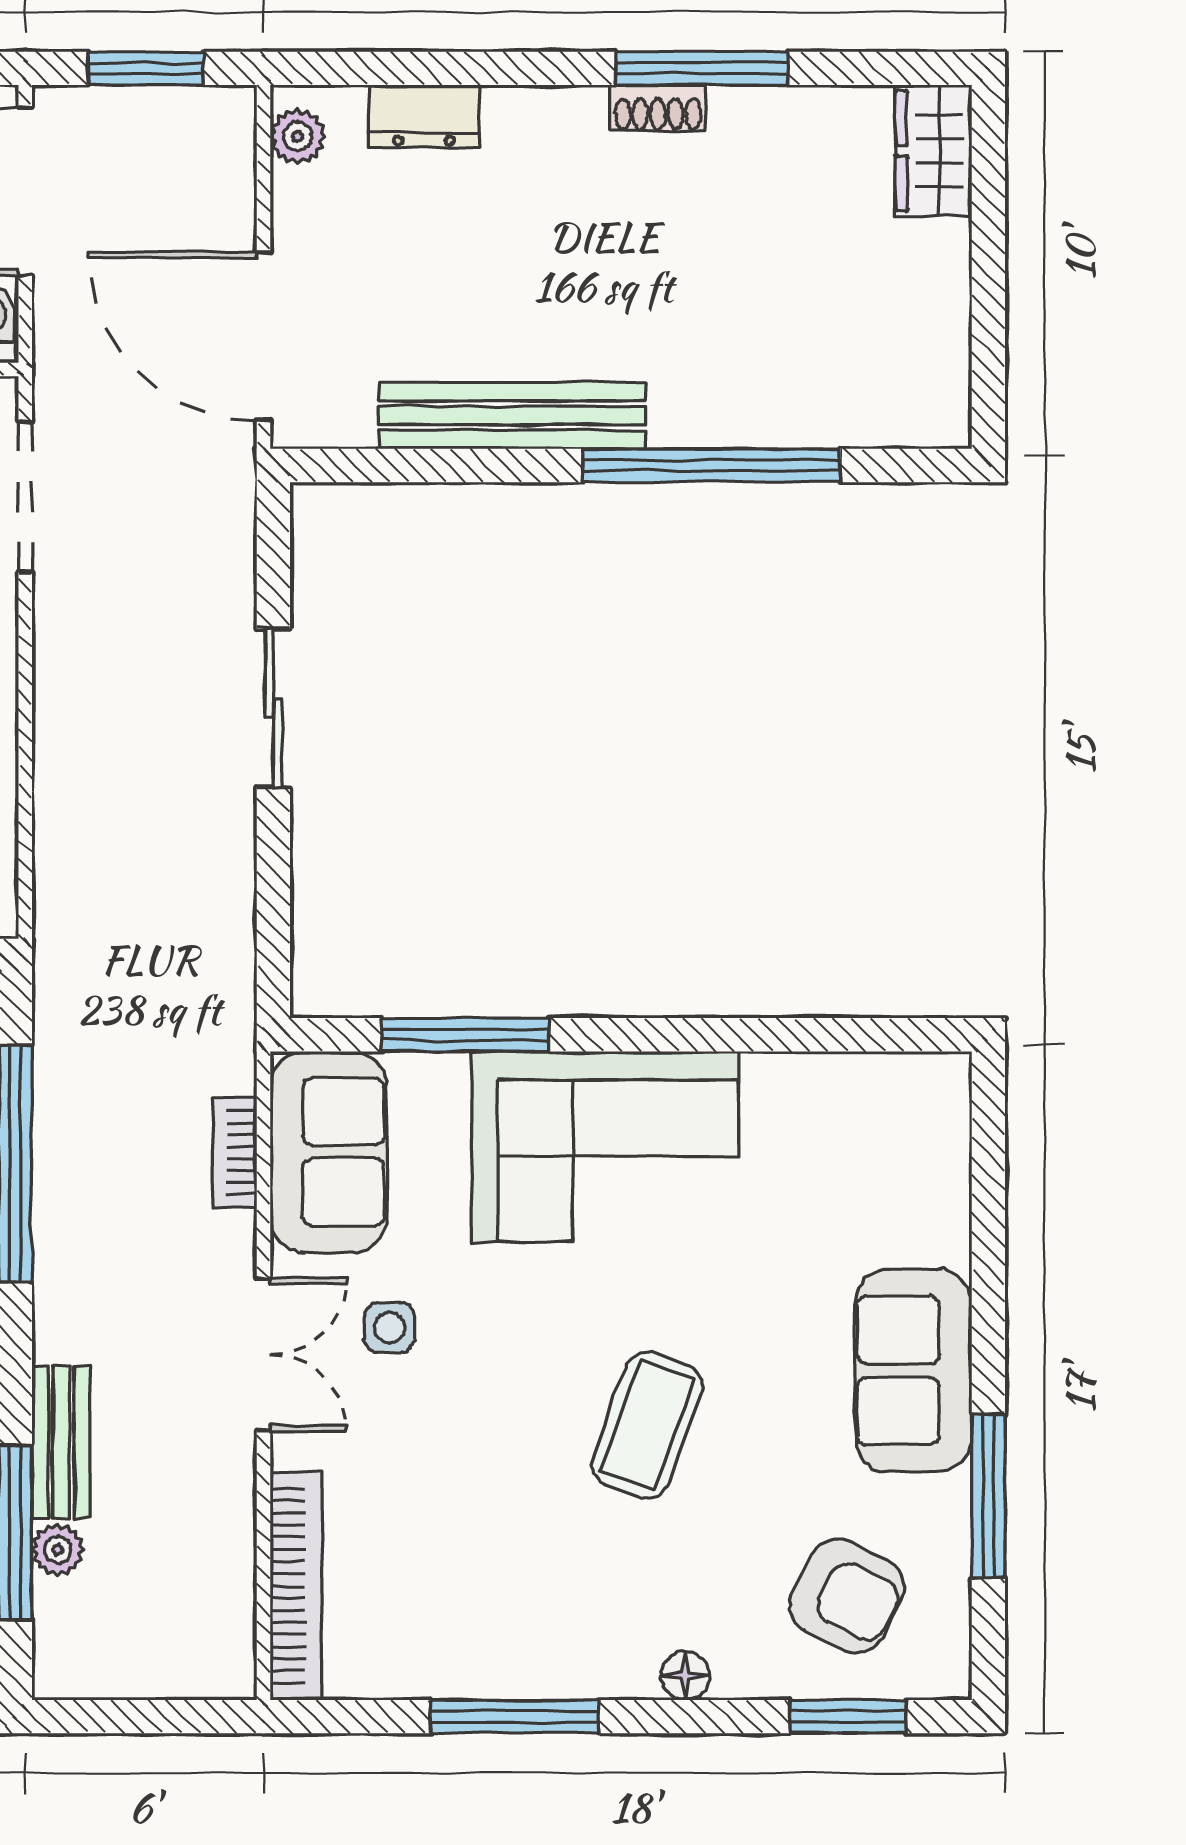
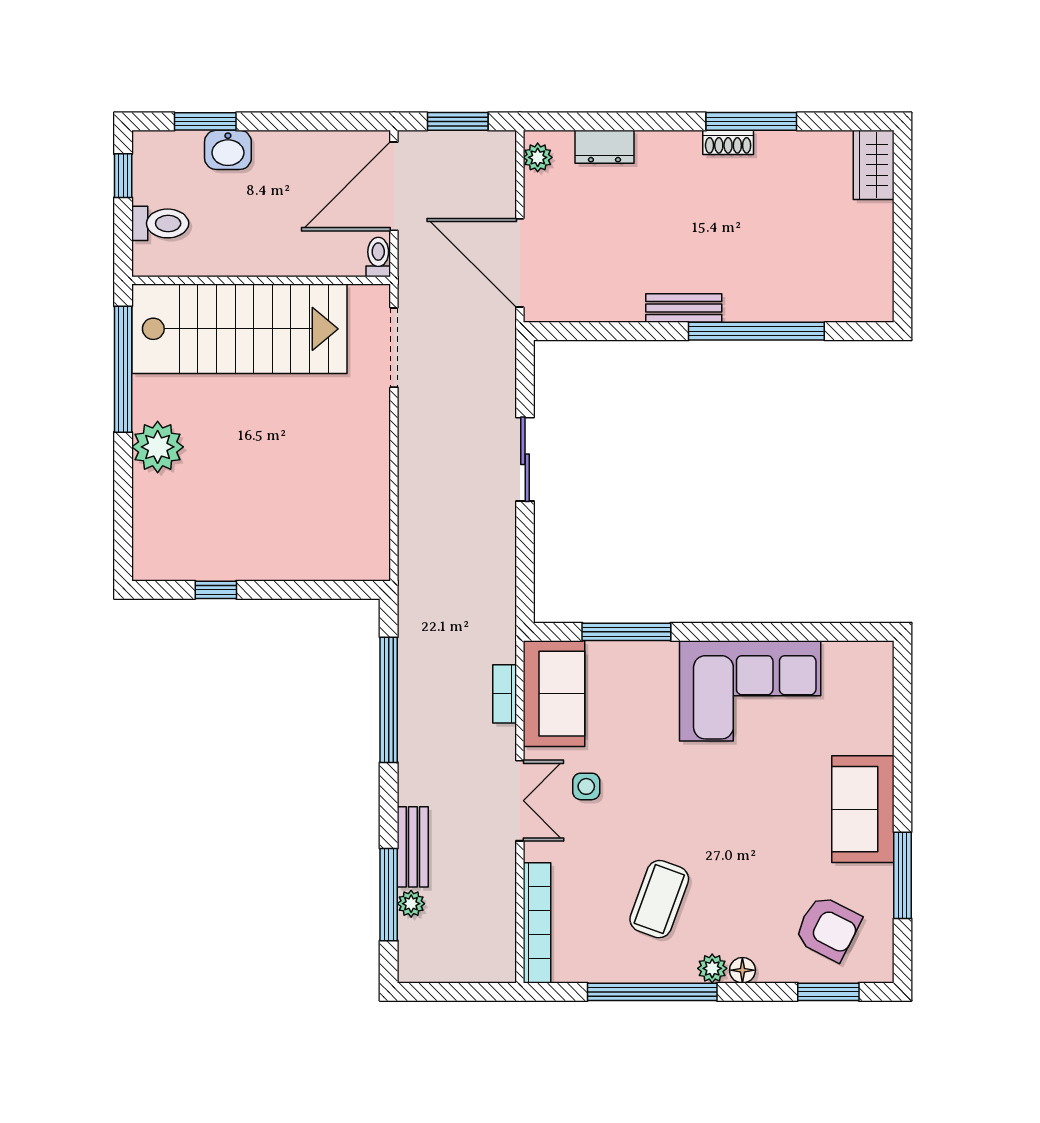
bench: (512, 416) -> (684, 308), width x0.54, depth x0.82
corner sofa: (605, 1147) -> (750, 691), moved
coffee table: (647, 1425) -> (659, 899), moved
plant: (628, 1672) -> (712, 968), added
window: (514, 1717) -> (652, 992), width x1.46

